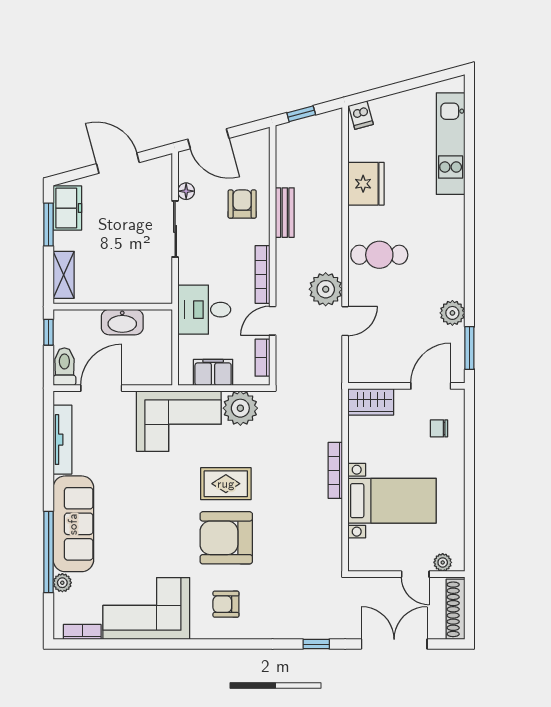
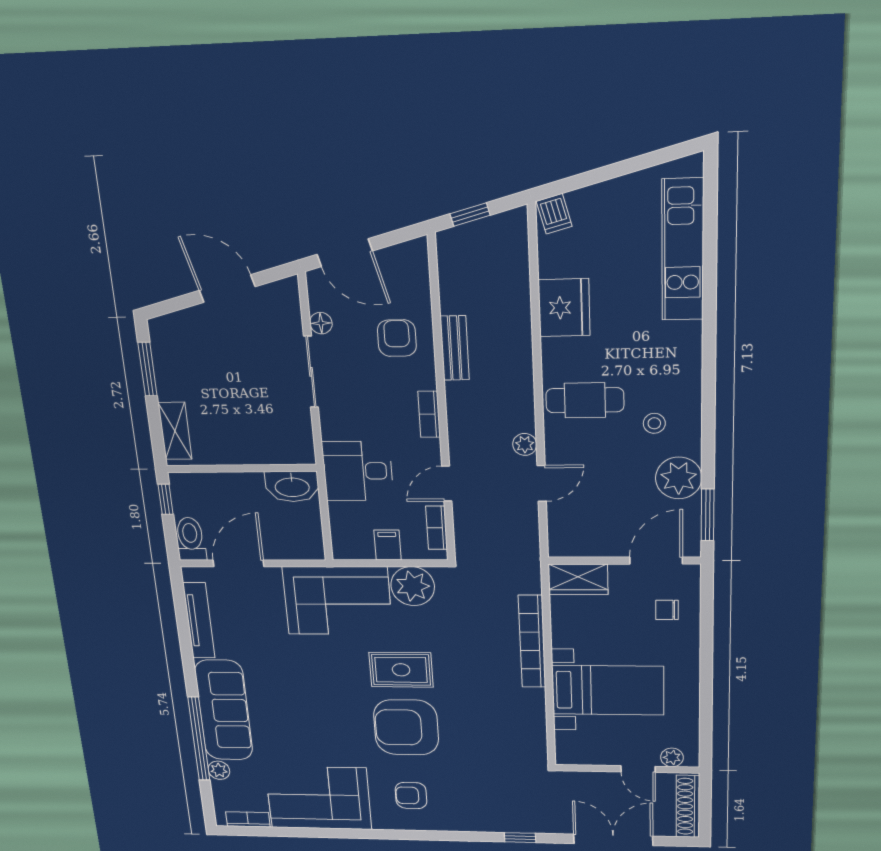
freezer: (67, 208) -> (169, 348), removed
bookcase: (262, 274) -> (429, 414), width x0.64
stool: (430, 274) -> (654, 423), added
plant: (326, 289) -> (525, 444), width x0.53, depth x0.53
plant: (452, 313) -> (679, 478), width x1.36, depth x1.36
washbasin: (122, 322) -> (292, 486), moved
filing cabinet: (213, 372) -> (388, 545), width x0.50
bookcase: (335, 470) -> (532, 642), width x1.48, depth x1.31

